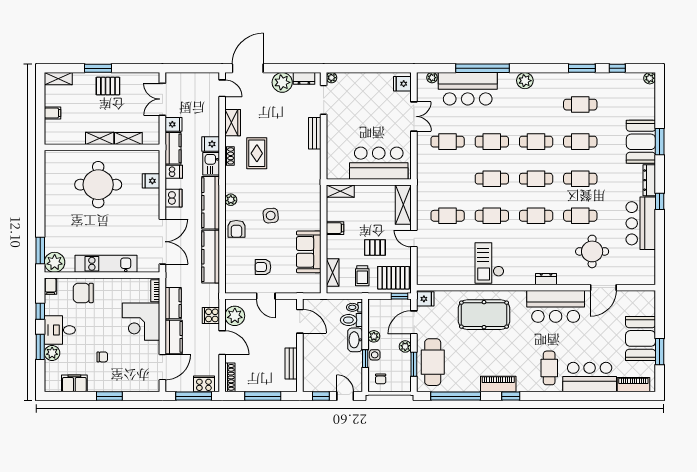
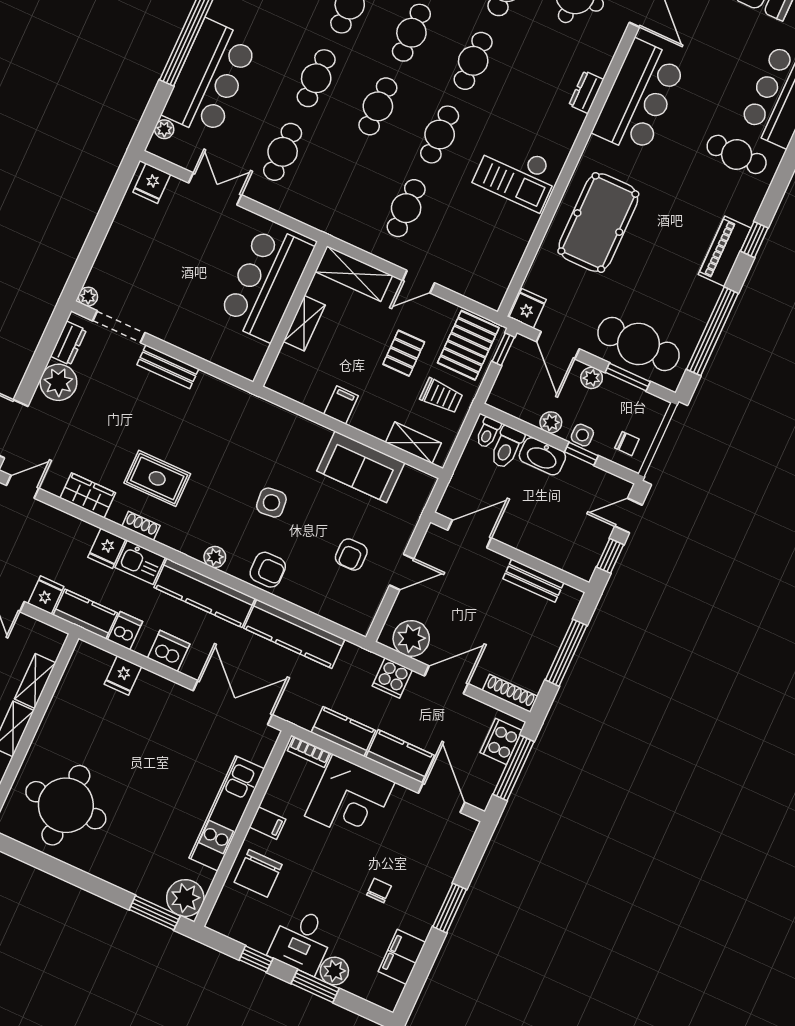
round table: (98, 185) -> (66, 805), moved
shelving: (340, 191) -> (304, 323), moved
filing cabinet: (51, 286) -> (267, 823), moved

